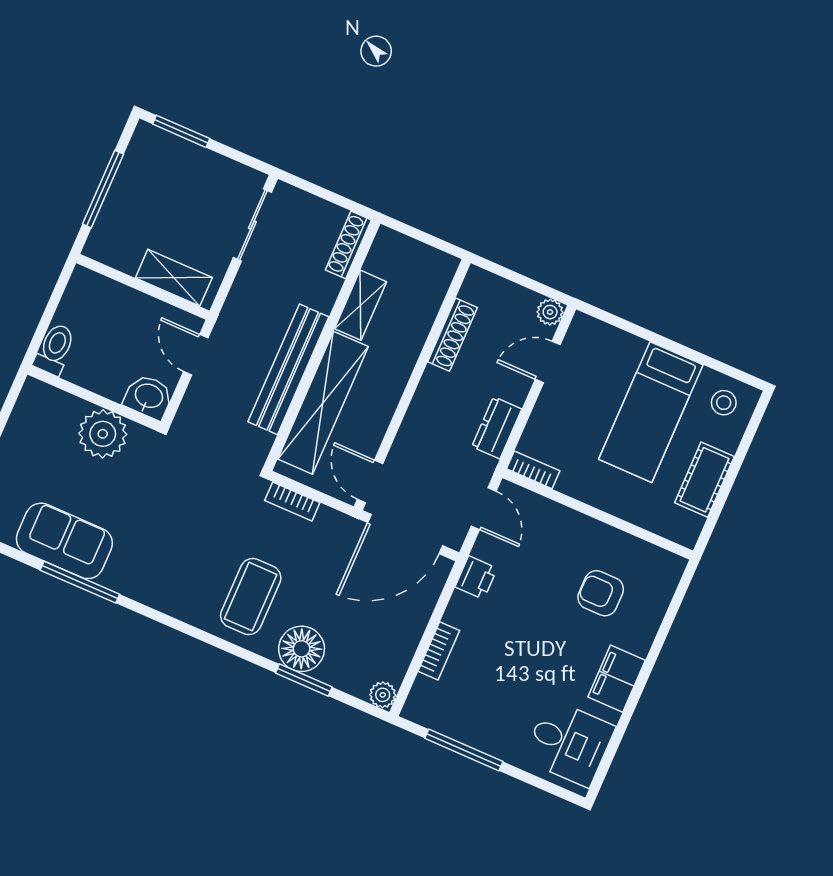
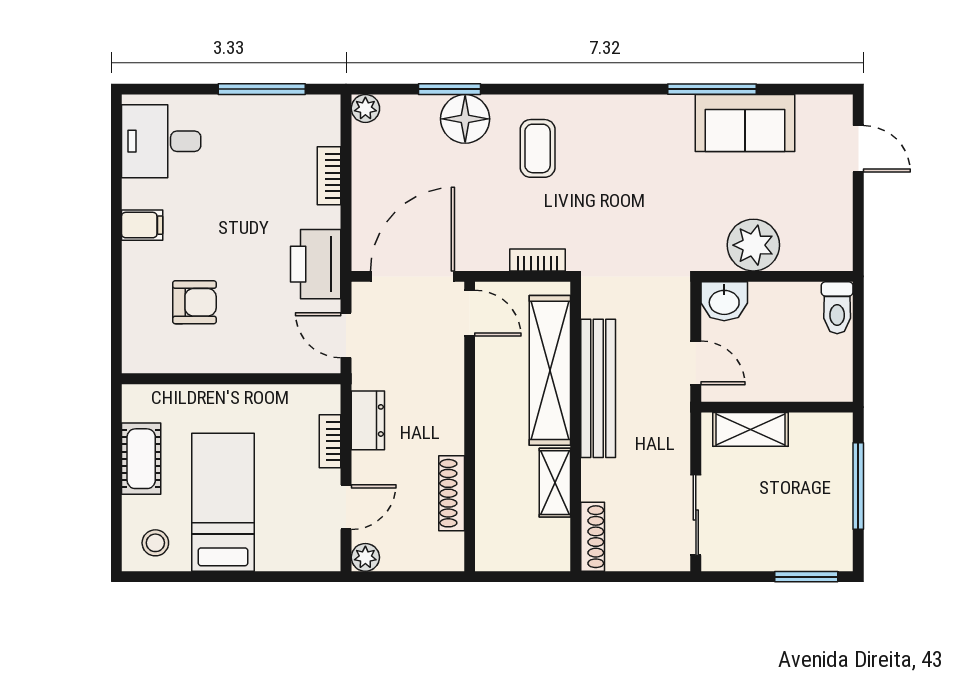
bookcase: (533, 470) -> (330, 441), moved, turned 90
printer: (476, 578) -> (316, 264), width x1.87, depth x1.48
coffee table: (251, 597) -> (538, 148), width x0.73, depth x0.77
filing cabinet: (617, 679) -> (142, 225), width x0.50

